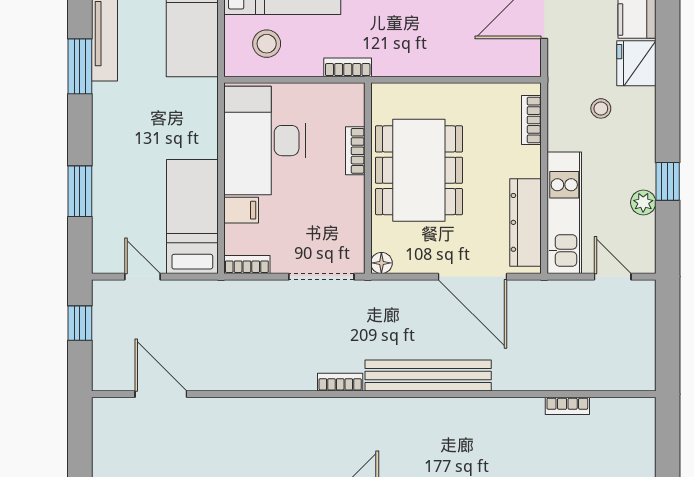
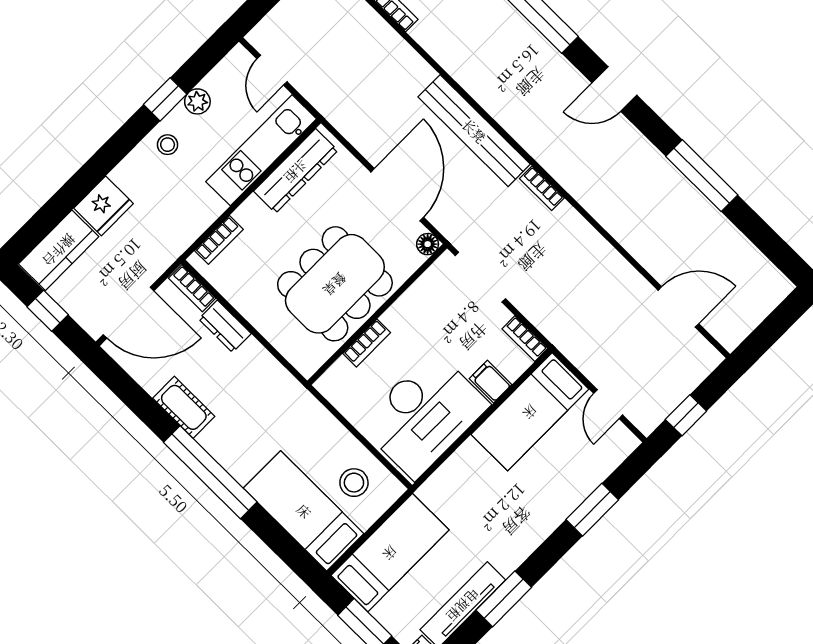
dresser: (467, 63) -> (225, 326), added
bookcase: (348, 67) -> (192, 288), moved
stool: (601, 108) -> (168, 145), moved
door: (473, 277) -> (397, 195), moved
door: (161, 394) -> (678, 307), swing flipped

